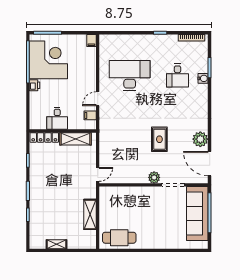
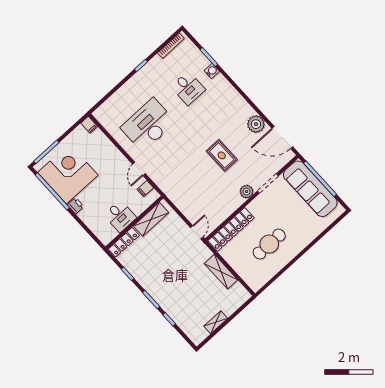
locker: (122, 193) -> (231, 229), added
cafe table: (119, 238) -> (269, 244), moved

